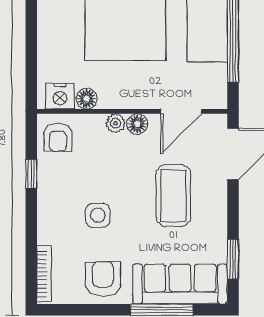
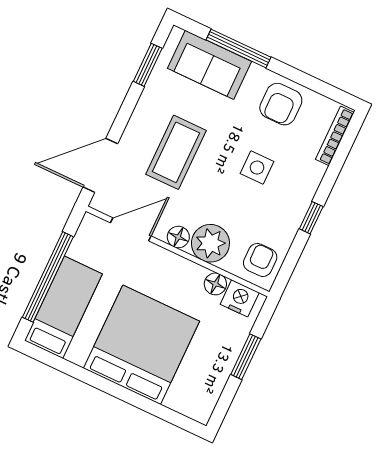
window: (31, 49) -> (246, 357), added
plant: (116, 123) -> (210, 243), width x1.88, depth x1.88
window: (31, 174) -> (311, 218), moved
sofa: (180, 284) -> (209, 65), width x0.73

